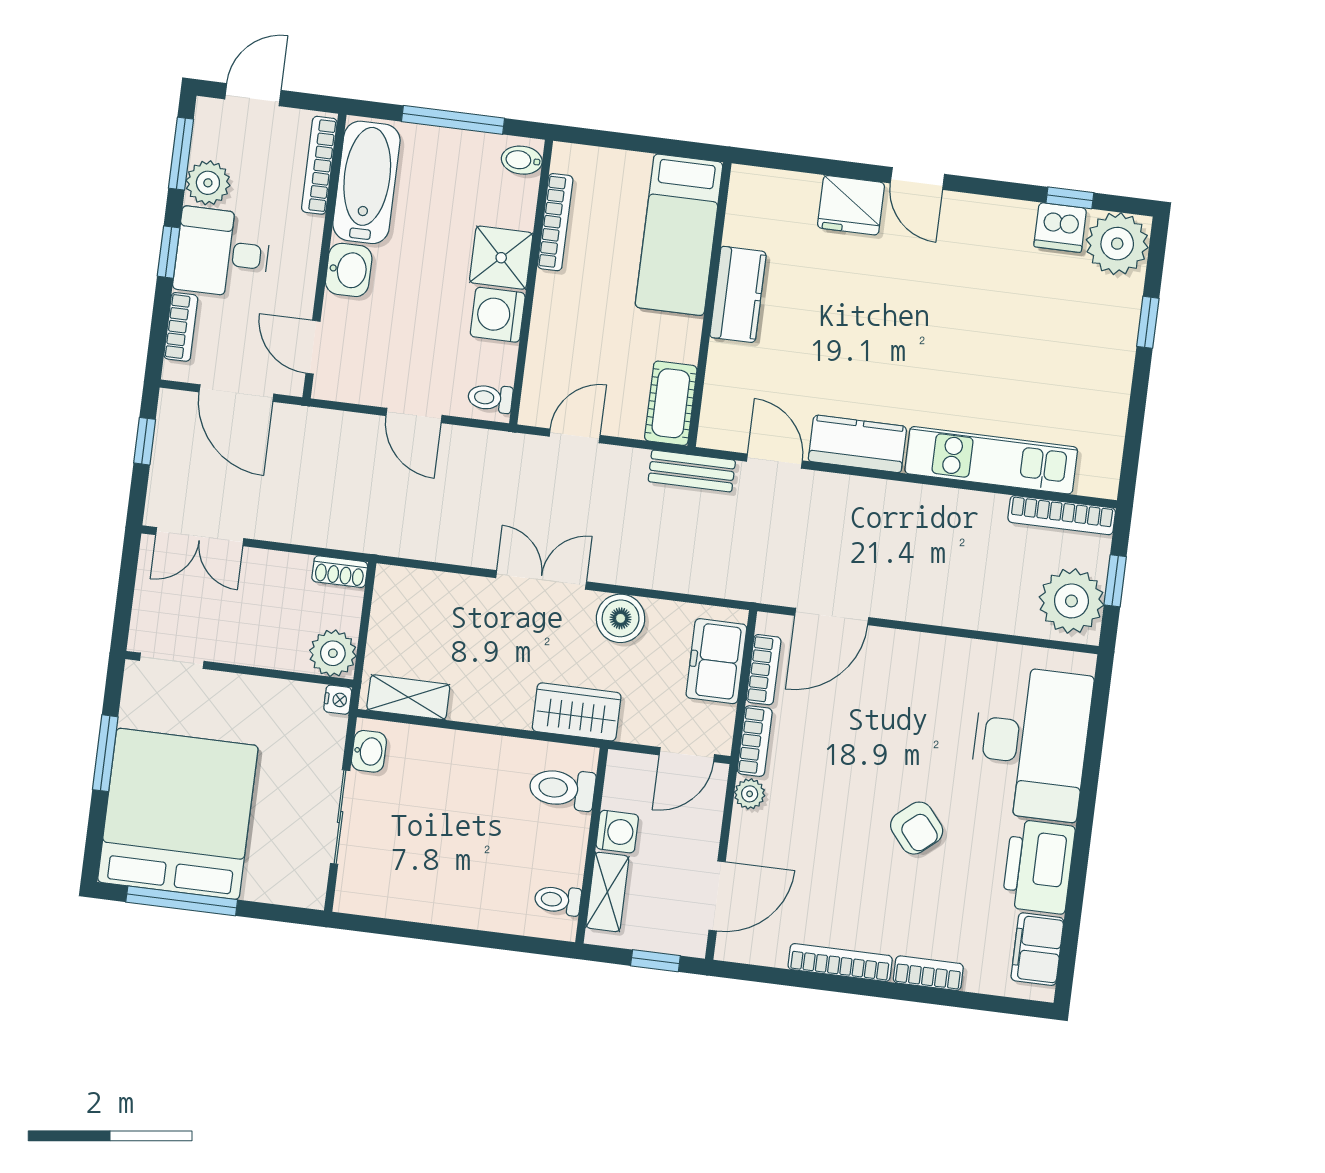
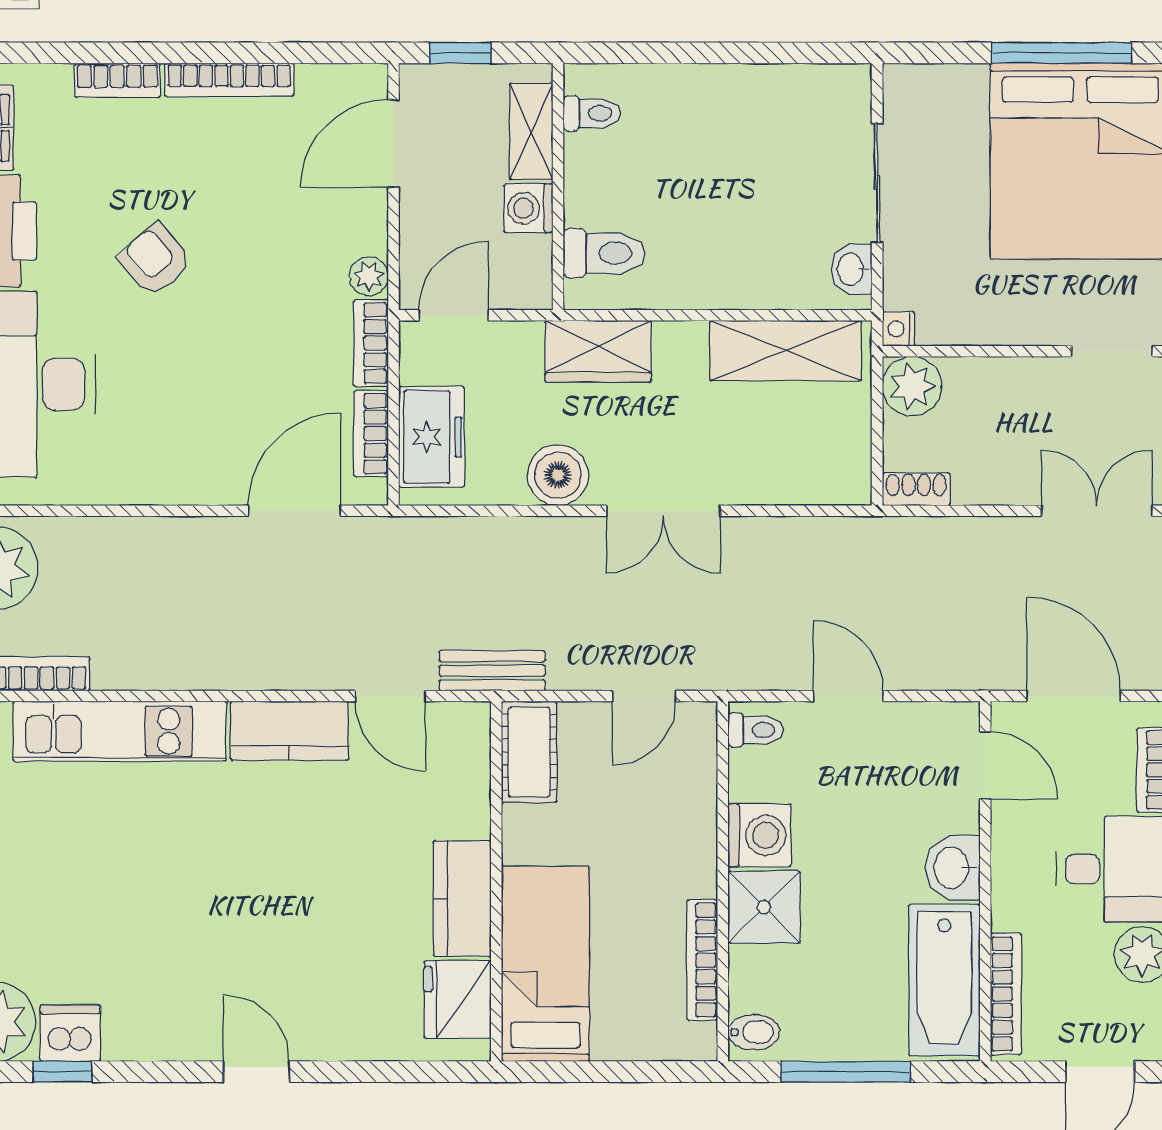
fridge: (851, 205) -> (458, 1000), moved, turned -90
shelving: (408, 697) -> (785, 351), width x1.50, depth x1.33

